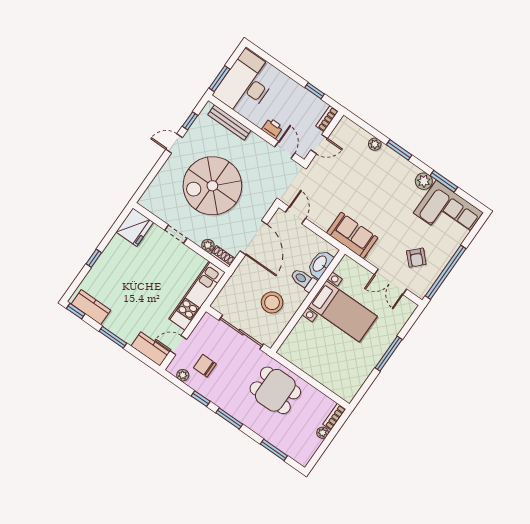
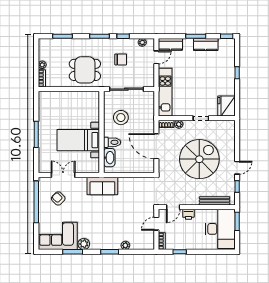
door: (285, 150) -> (173, 207), hinge flipped
door: (295, 215) -> (142, 175), removed
kitchen counter: (91, 307) -> (206, 44), moved
chair: (205, 366) -> (121, 59), moved

